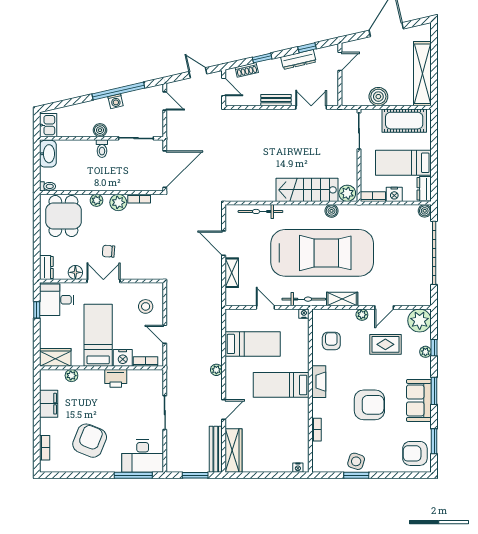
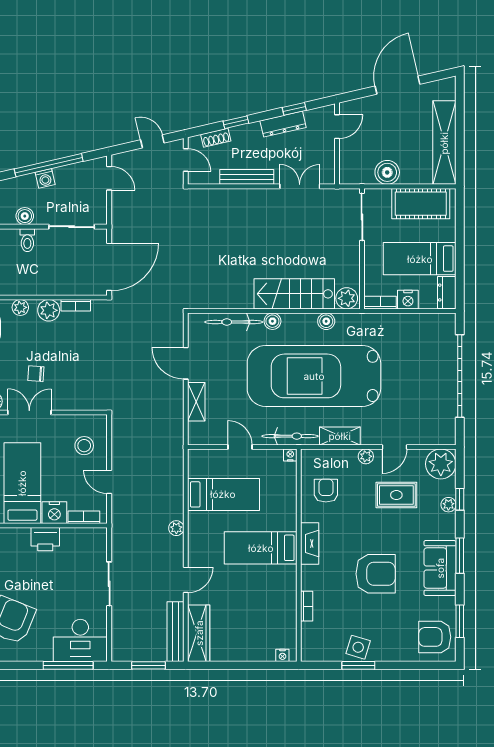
bench: (276, 100) -> (247, 177), width x1.36
boiler: (425, 211) -> (272, 321), moved
car: (322, 253) -> (314, 376), turned 180

